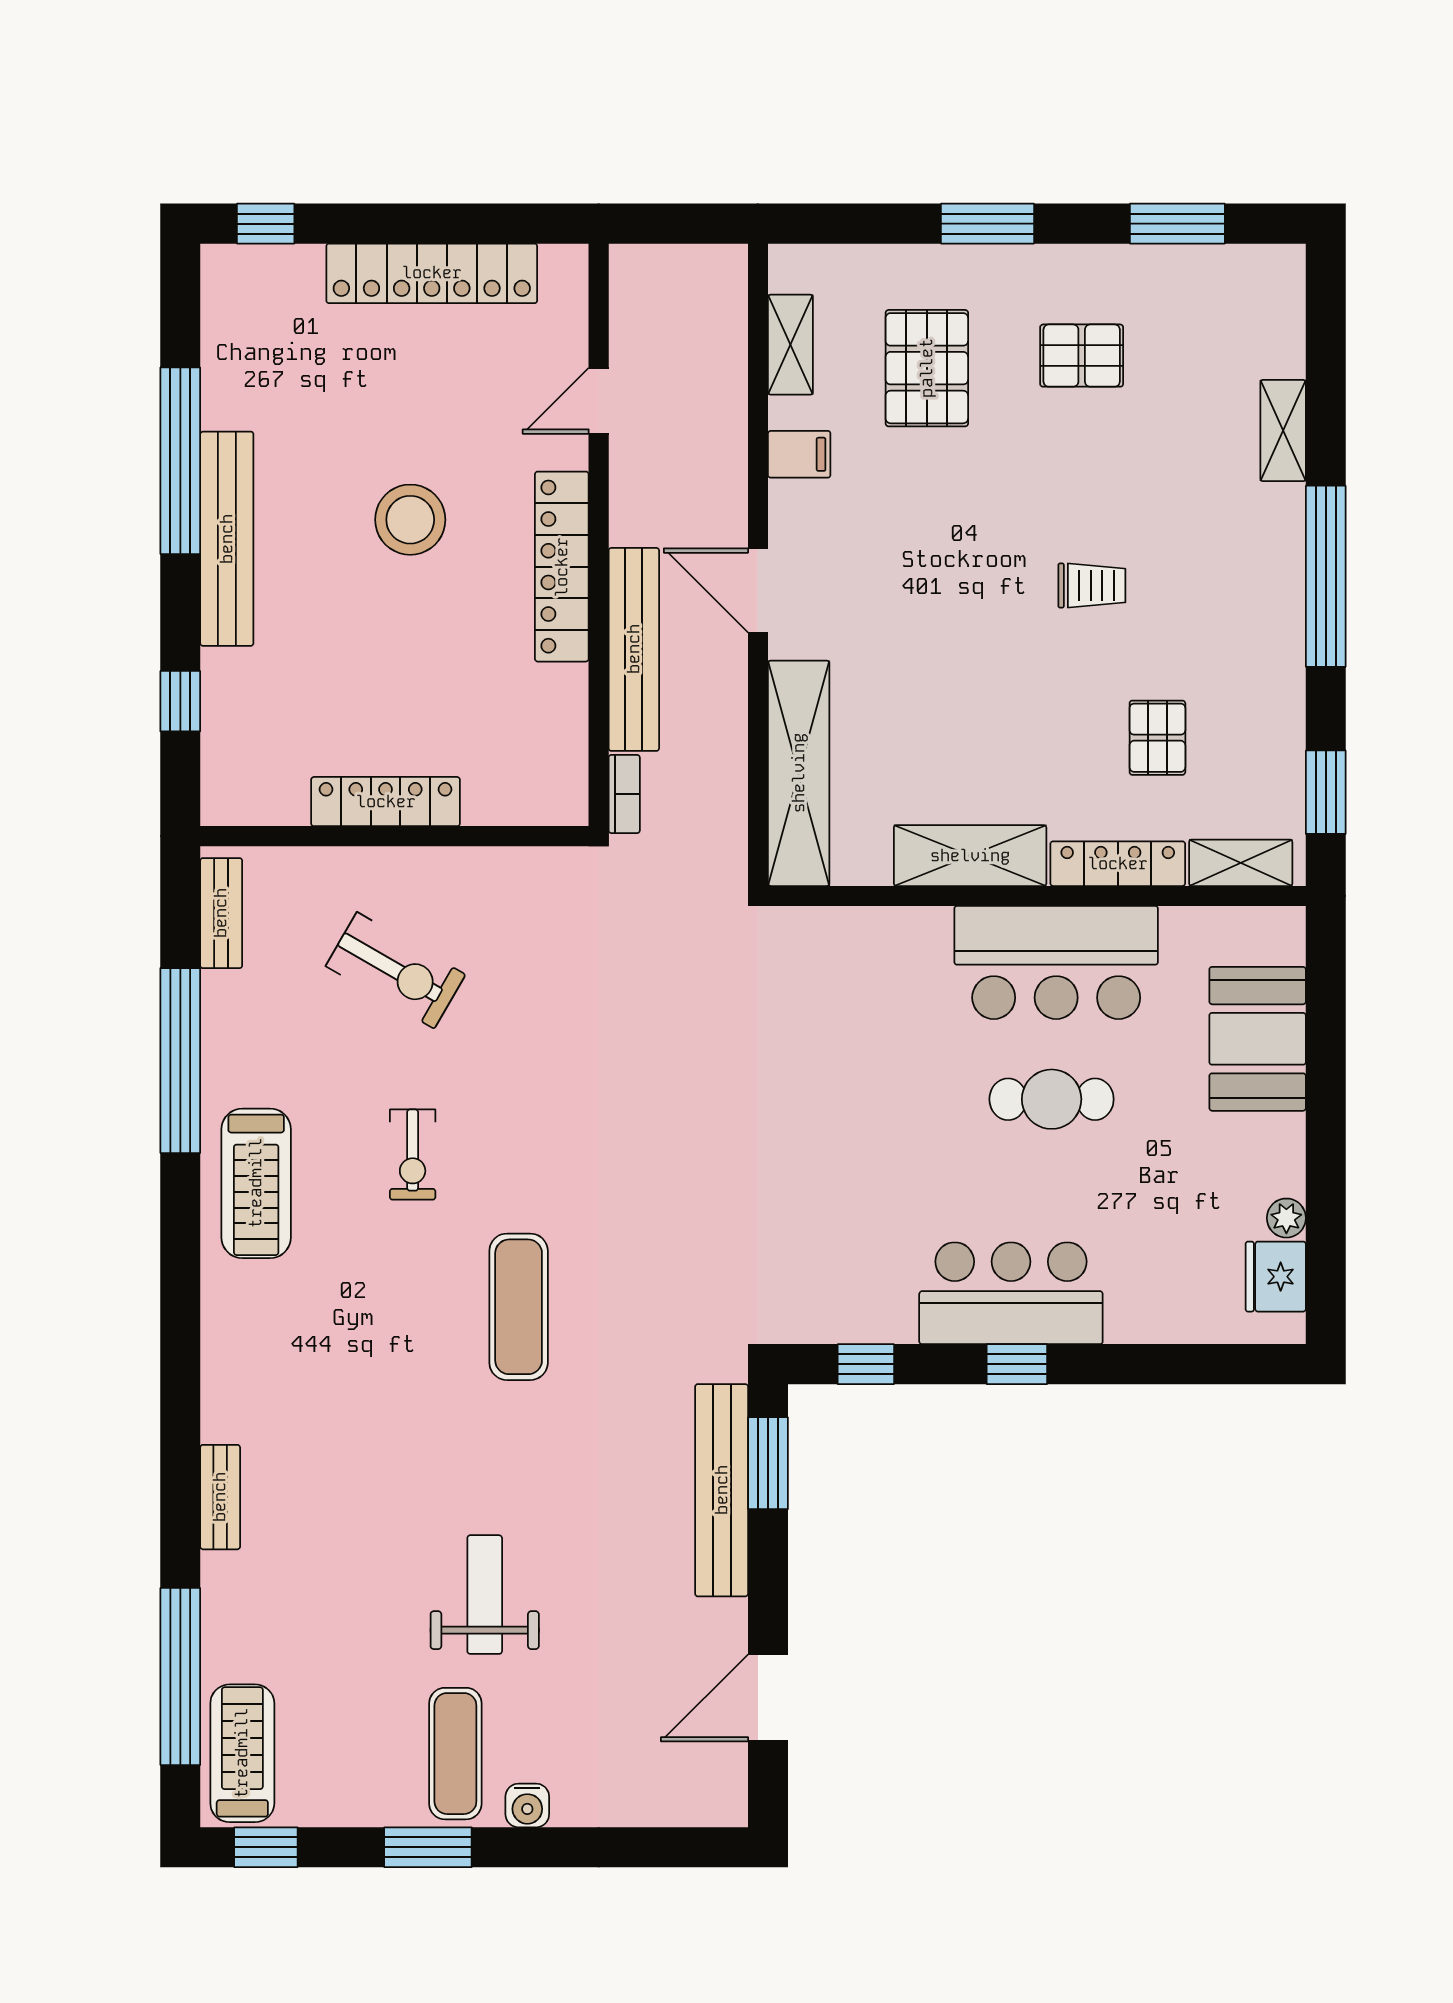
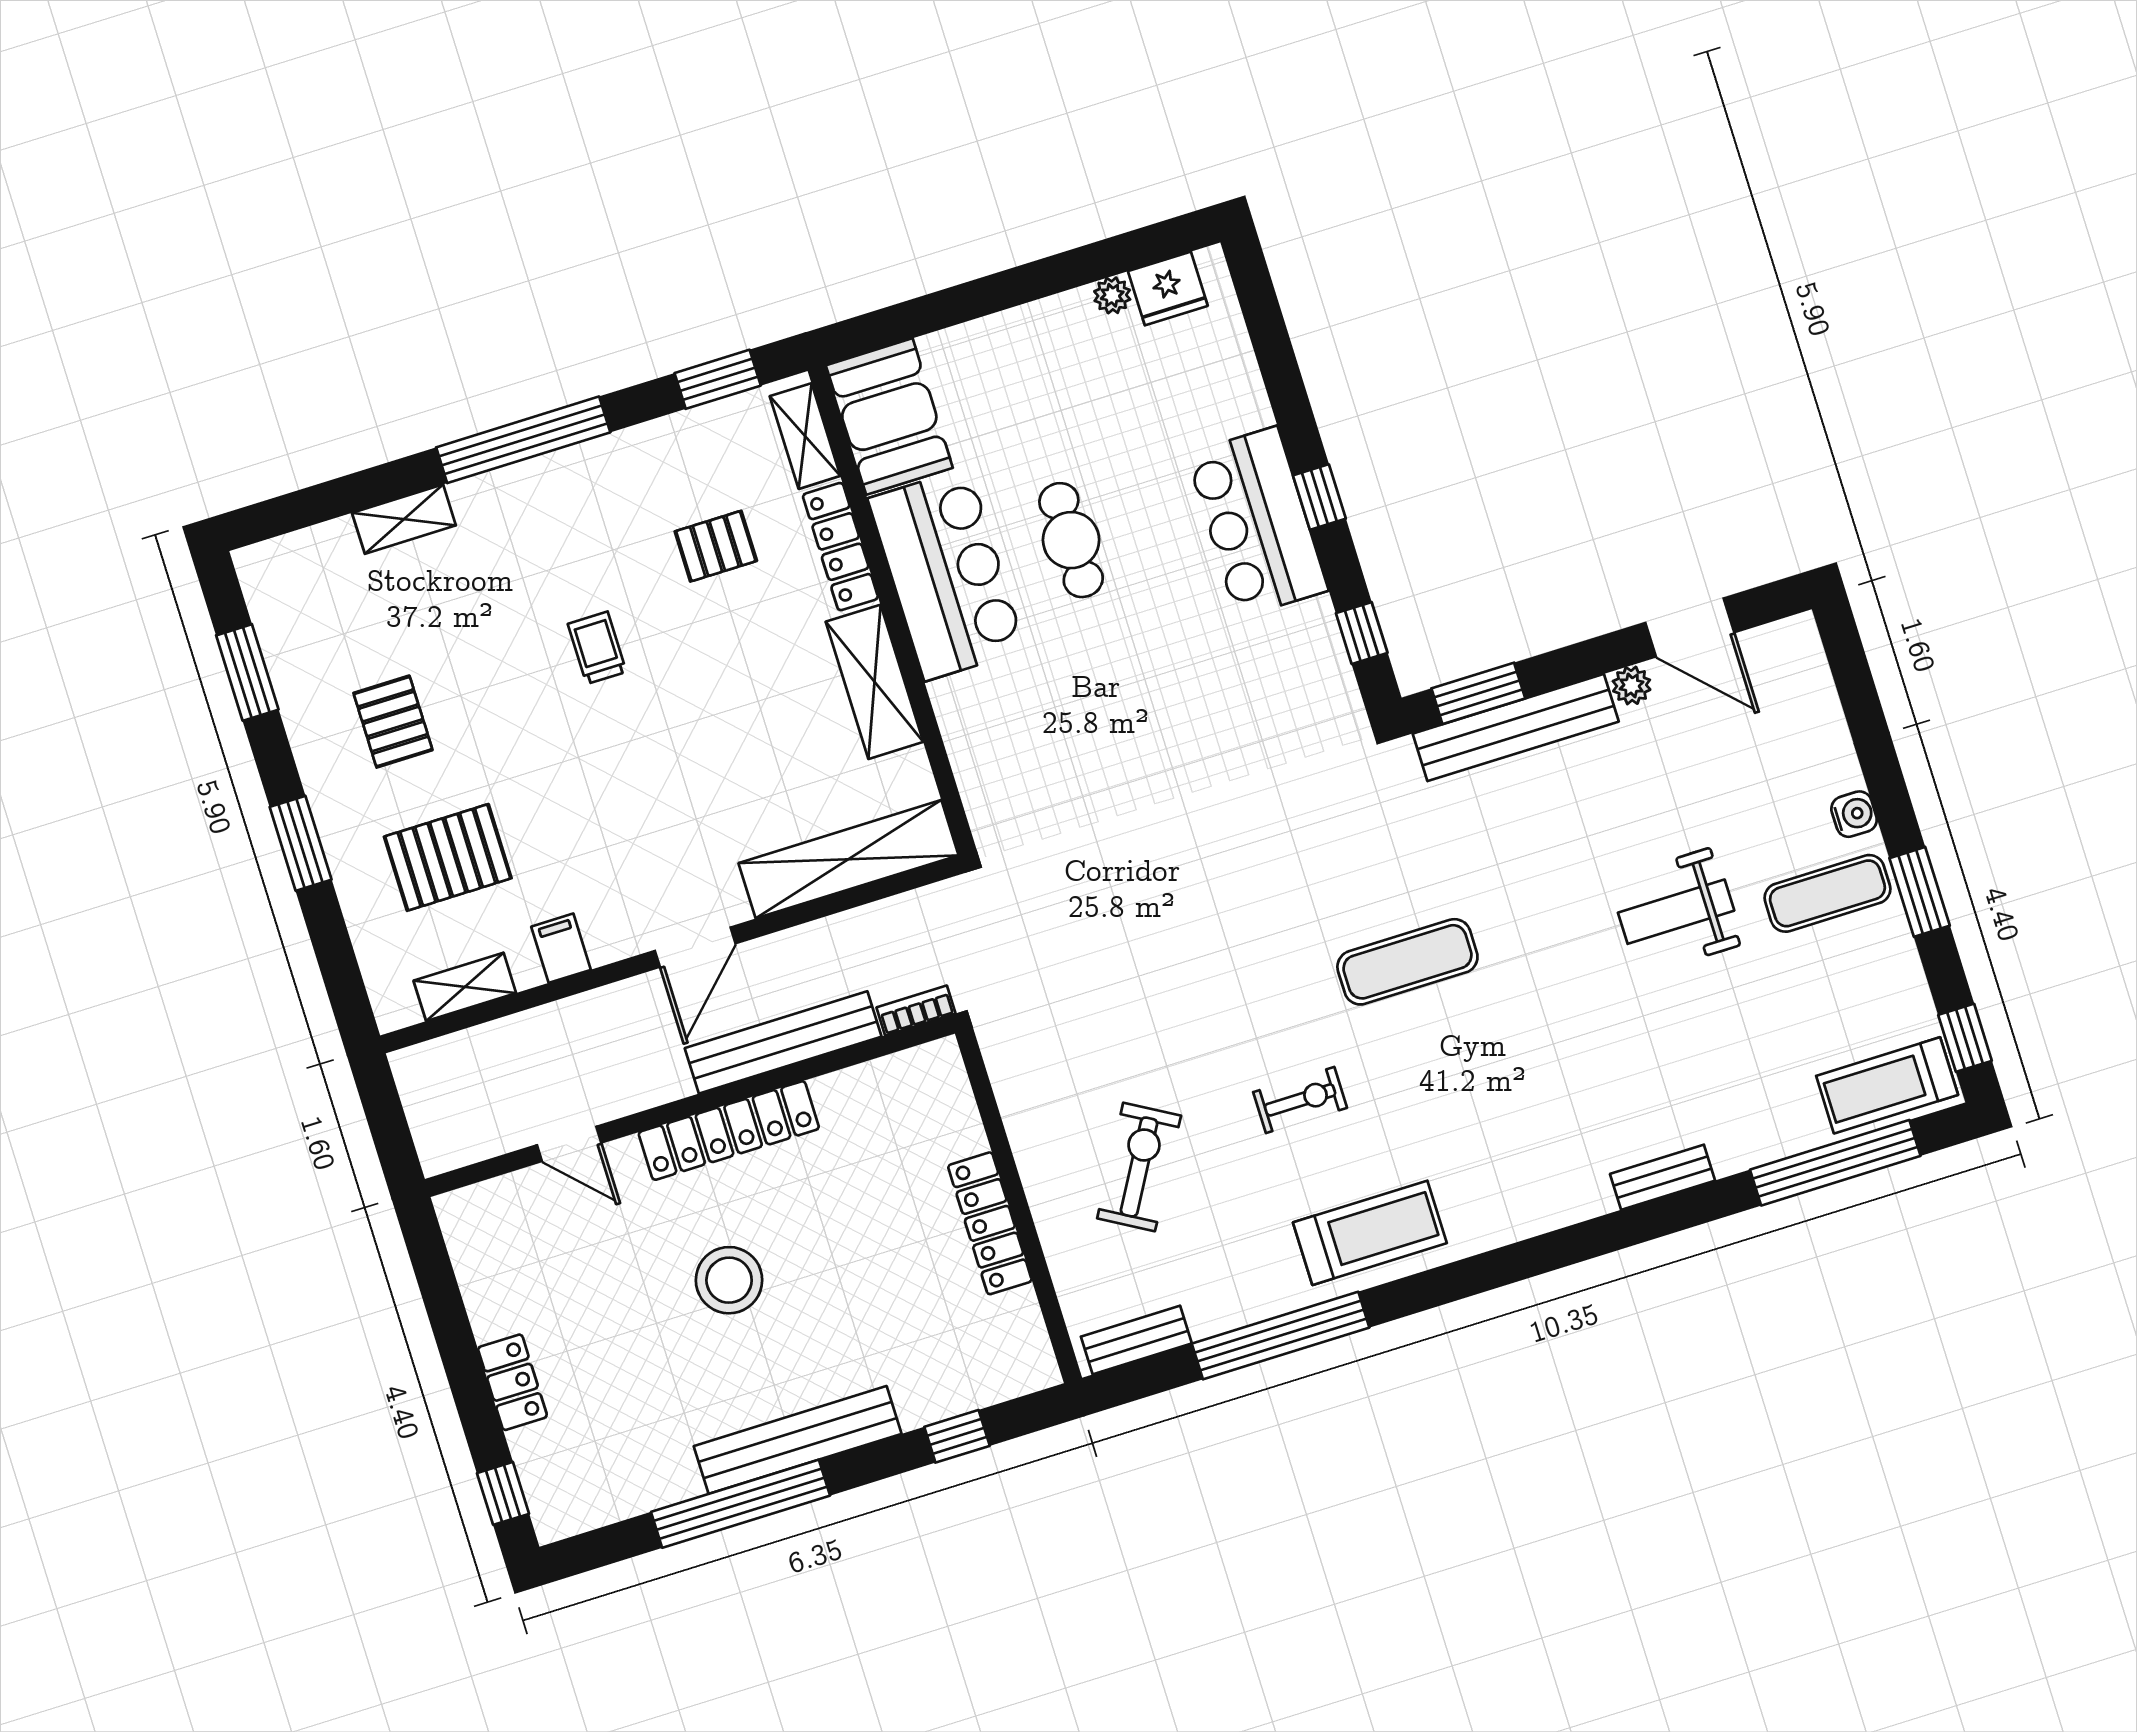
locker: (432, 273) -> (512, 1382), width x0.46, depth x0.83
booth: (1258, 1039) -> (889, 417), moved, turned 90
plant: (728, 1621) -> (1632, 685), added

